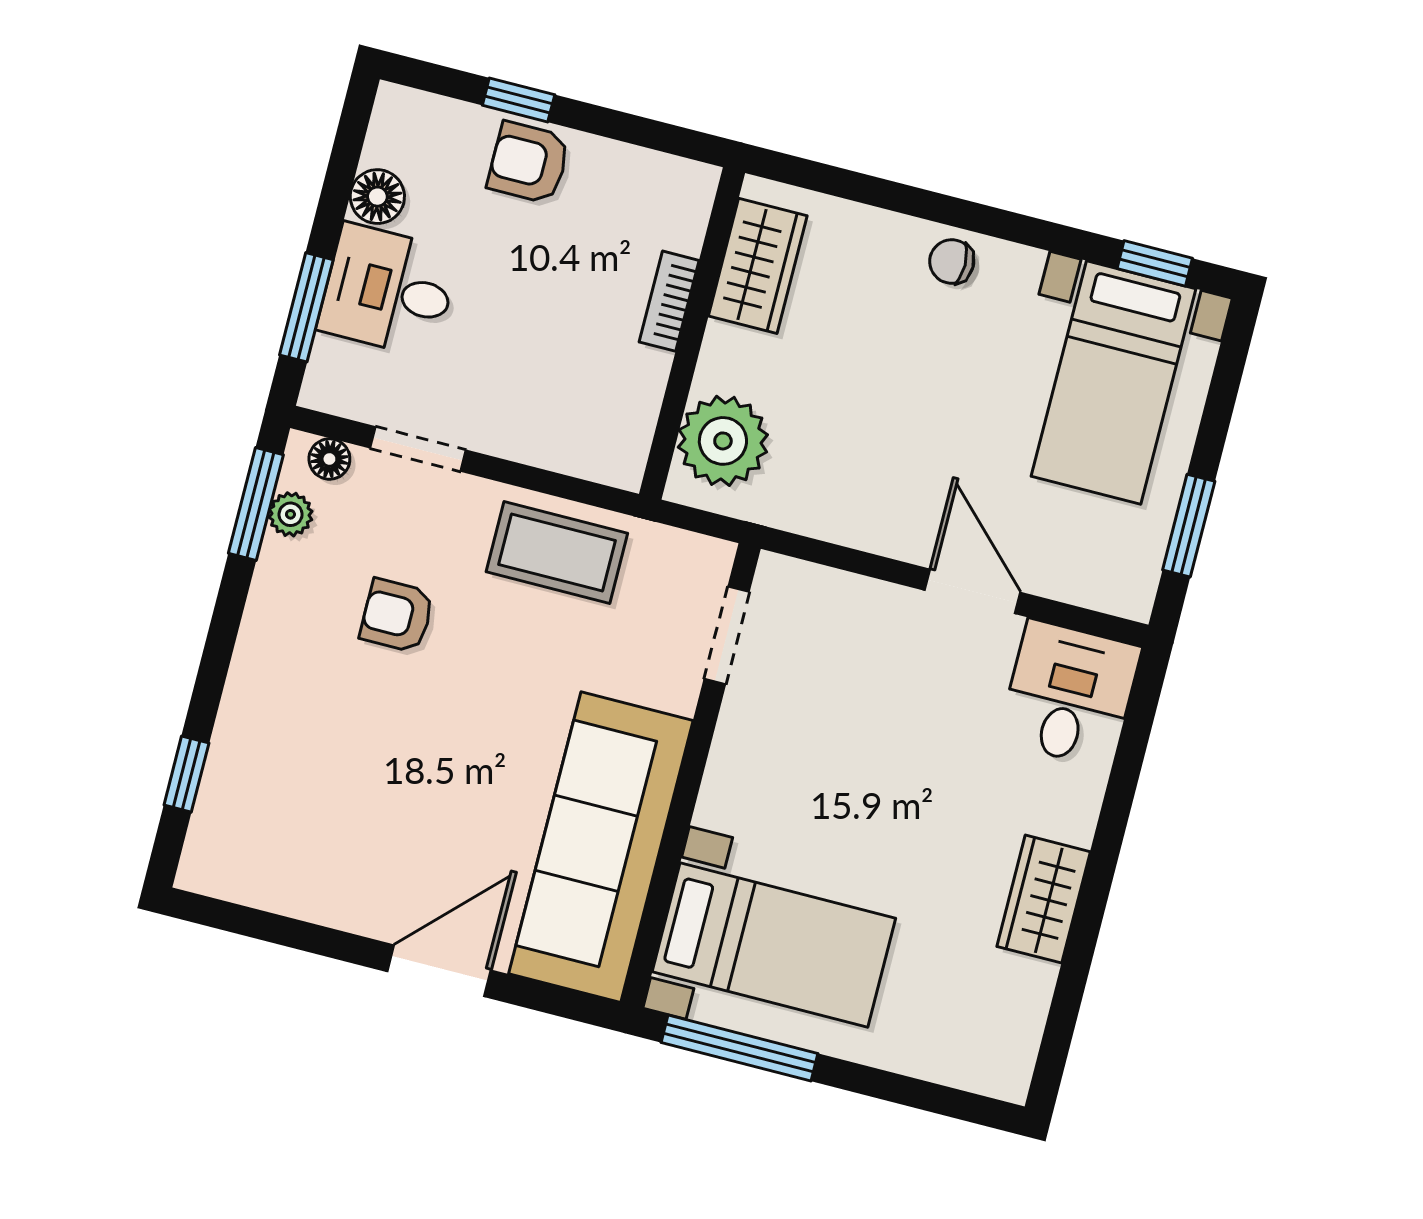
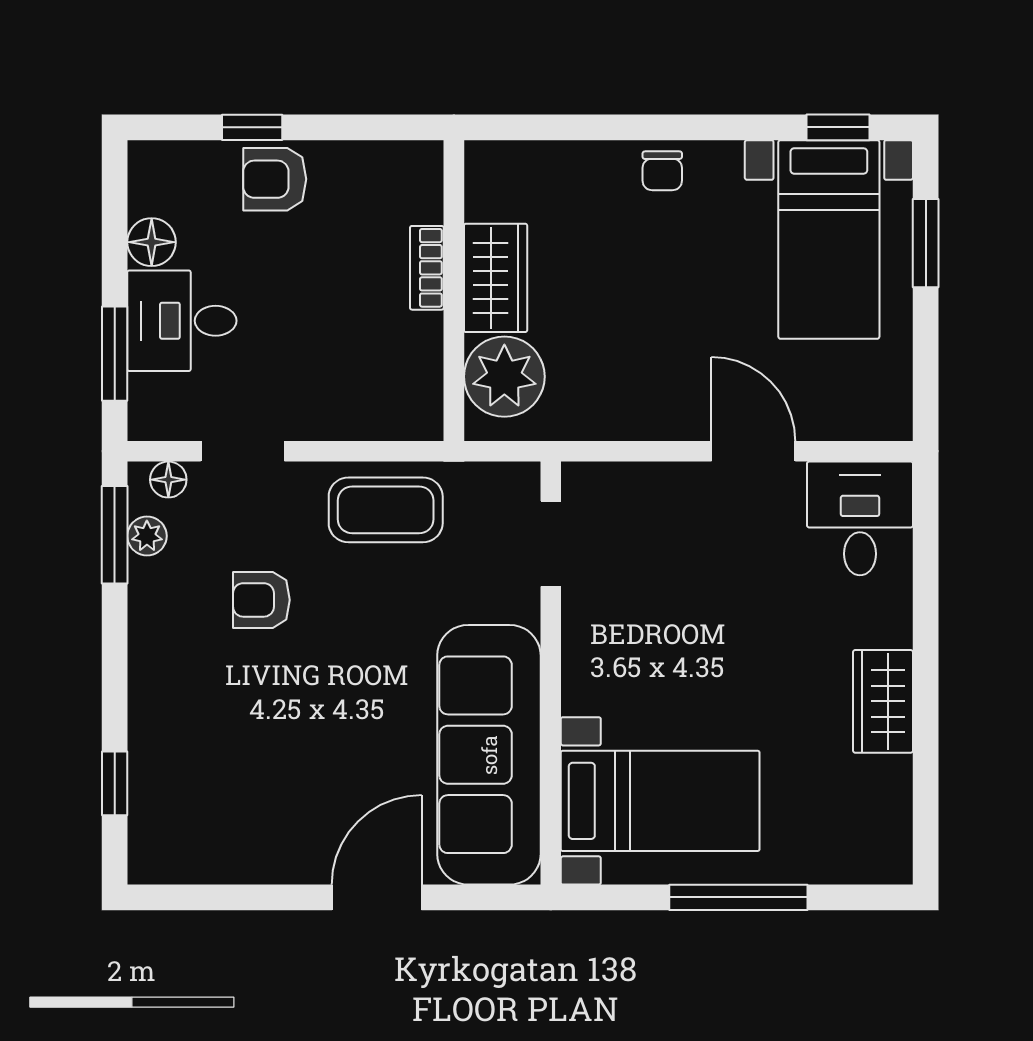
chair: (952, 262) -> (662, 171), turned -90
wardrobe: (758, 266) -> (496, 278), moved
window: (1189, 526) -> (926, 243), moved
window: (740, 1048) -> (738, 897), moved

